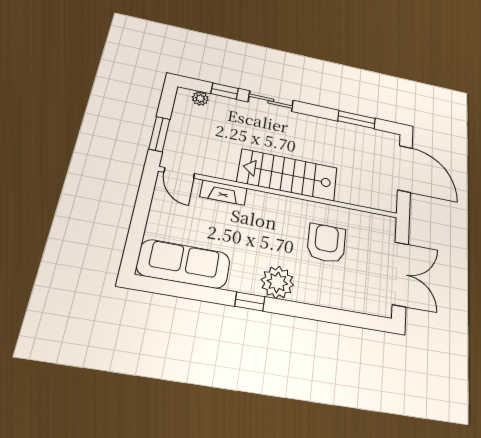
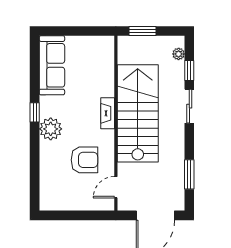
door: (179, 173) -> (116, 187), moved
stairs: (288, 175) -> (138, 113), width x1.36, depth x1.51
fireplace: (223, 192) -> (108, 113), moved
double door: (400, 274) -> (72, 215), removed

